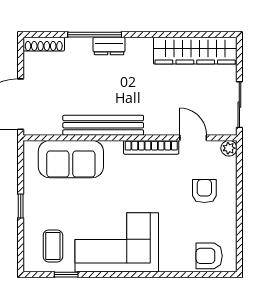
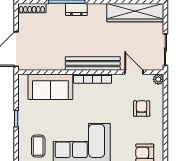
bench: (103, 125) -> (93, 64), moved
bookcase: (151, 147) -> (92, 79), moved

